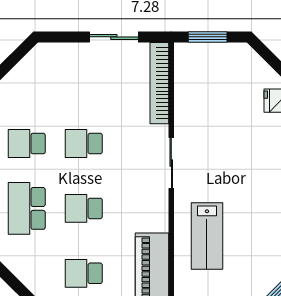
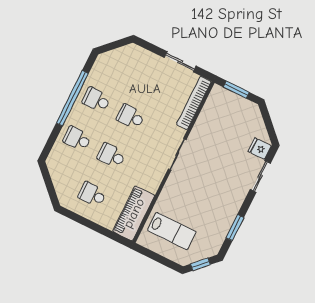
school desk: (27, 208) -> (77, 139), width x0.54
lab bench: (207, 236) -> (172, 231), moved, turned -90

